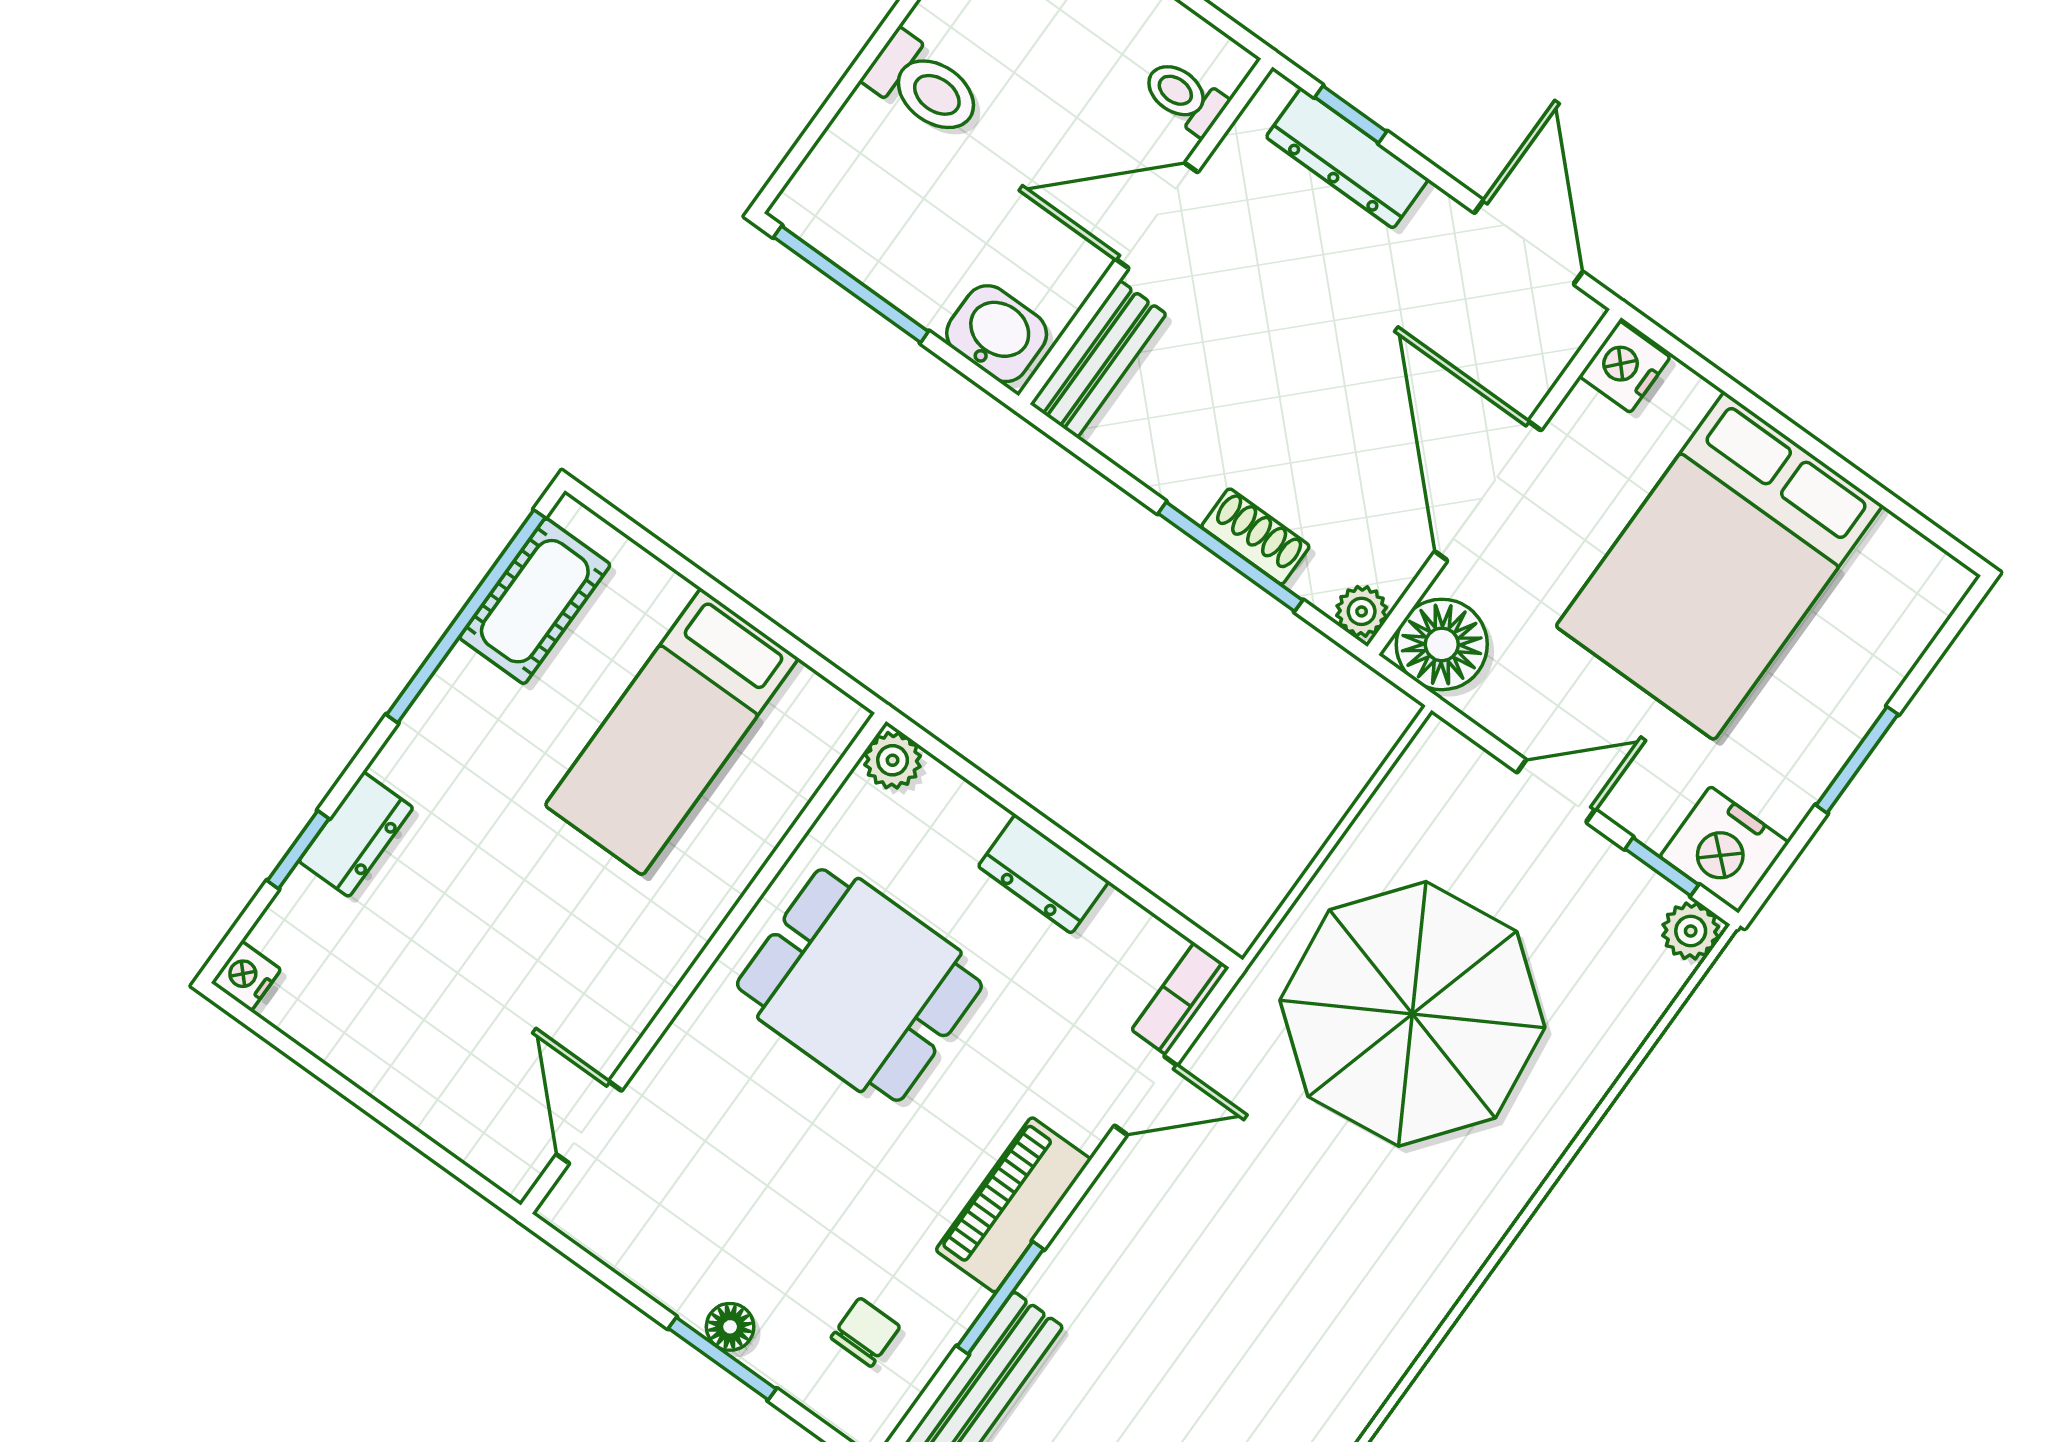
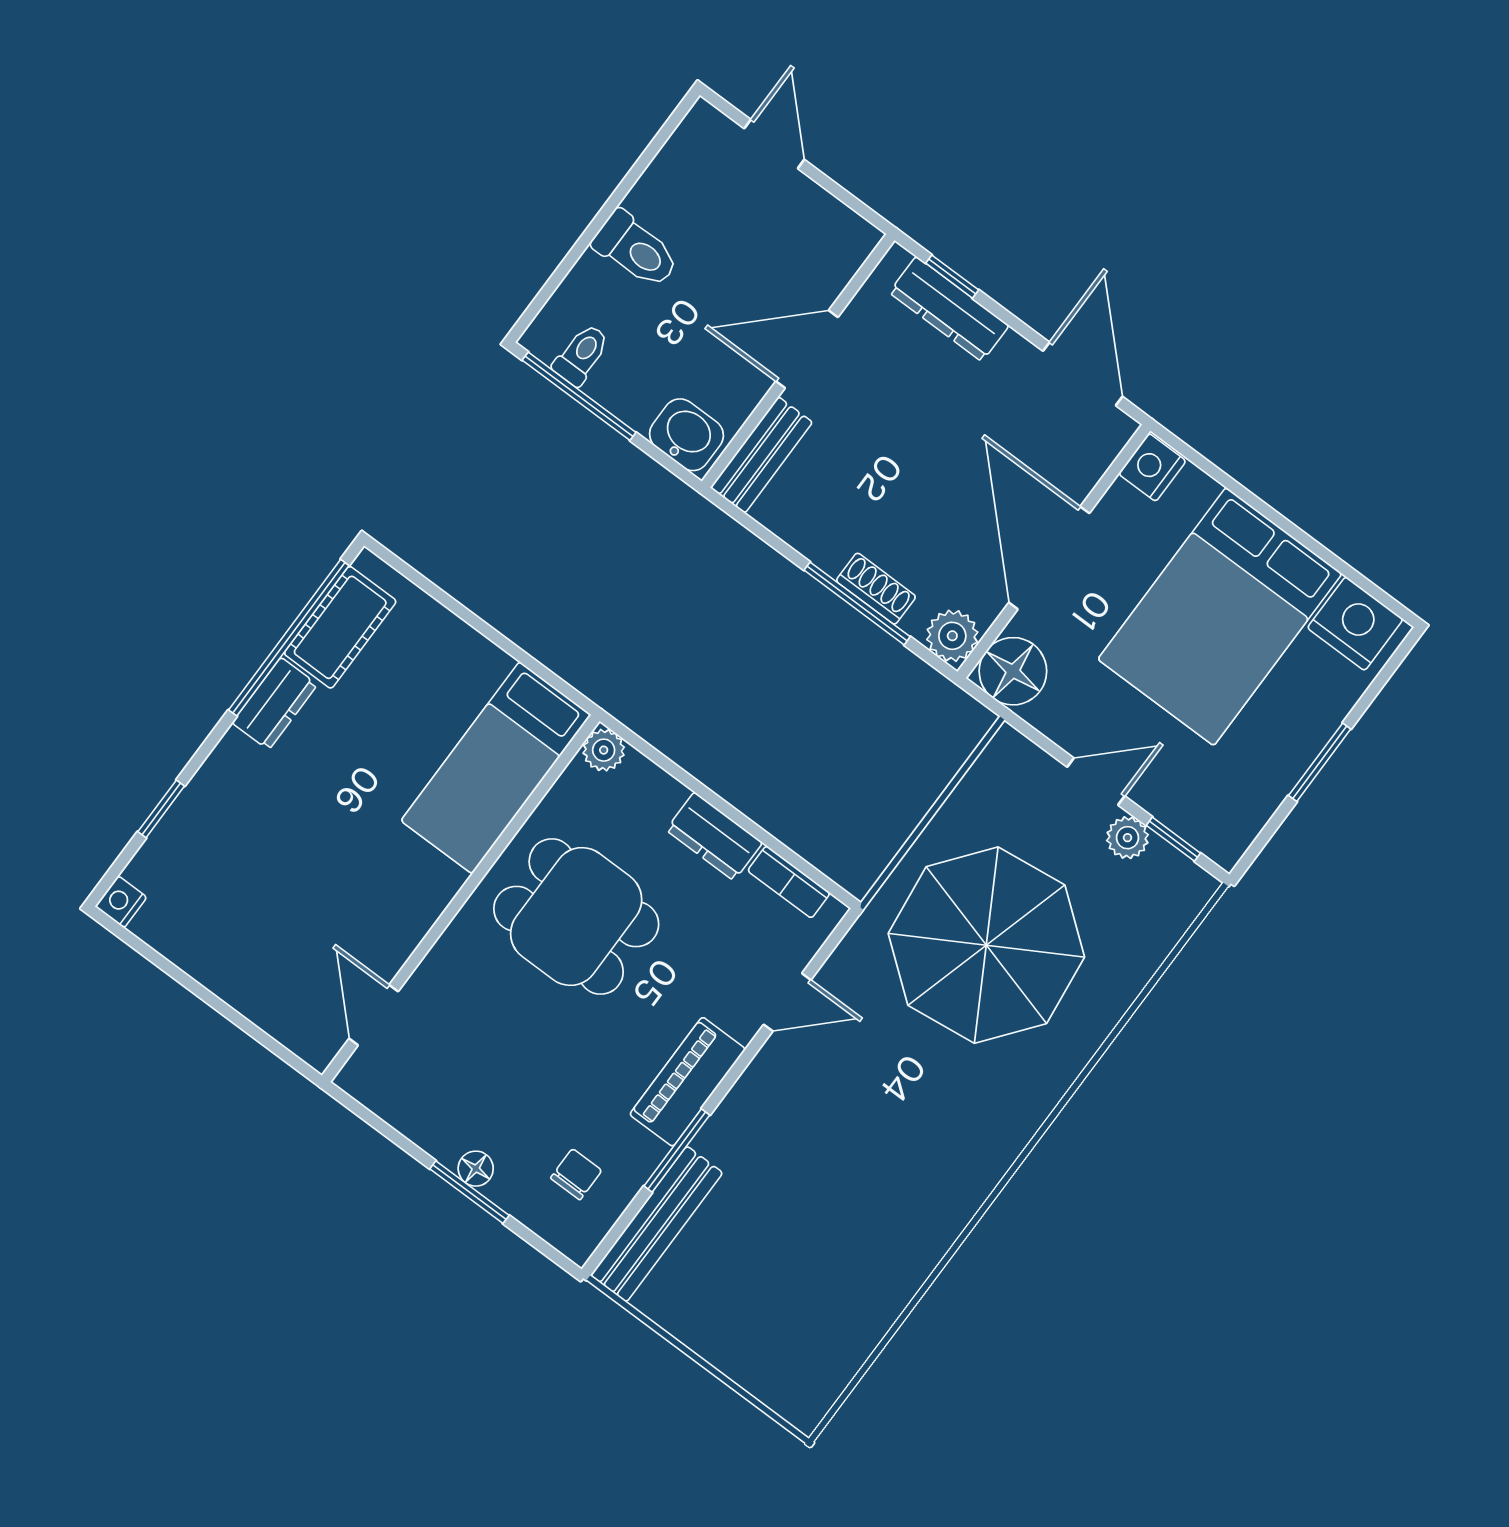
toilet: (1184, 97) -> (581, 355), moved, turned 90
plant: (1362, 611) -> (952, 636), width x1.38, depth x1.38
bed: (672, 732) -> (496, 768), moved
dresser: (356, 834) -> (275, 704), moved
nightstand: (1724, 850) -> (1355, 624), moved, turned 180
plant: (1691, 931) -> (1127, 838), moved
bookcase: (1180, 999) -> (789, 882), moved, turned -90

